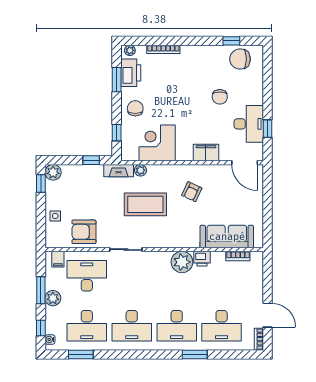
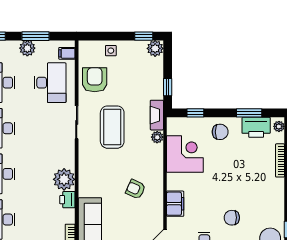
coffee table: (145, 204) -> (112, 127), moved

